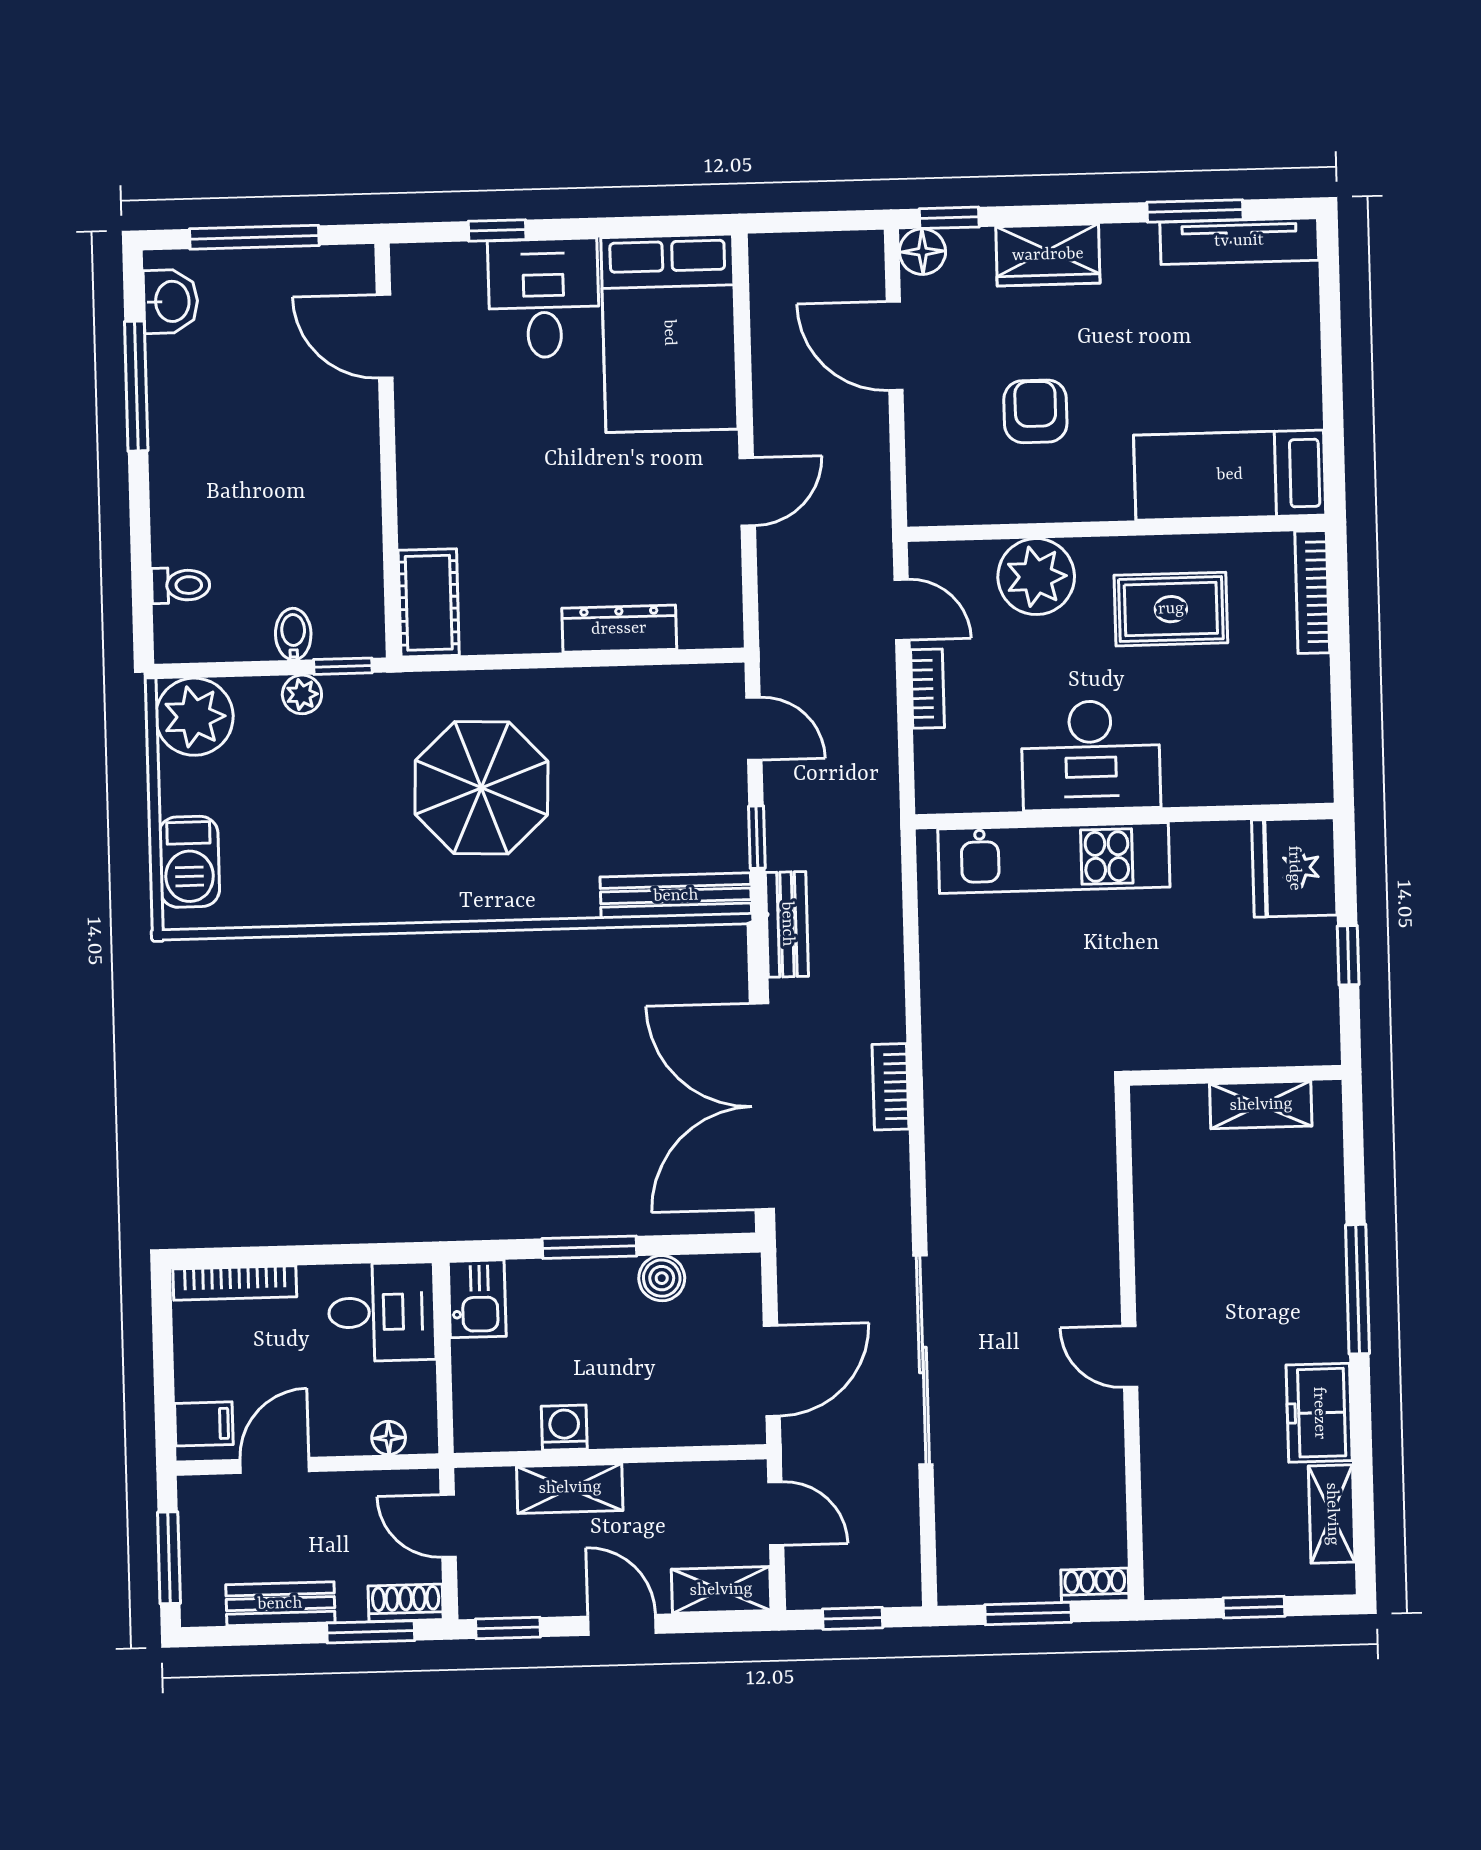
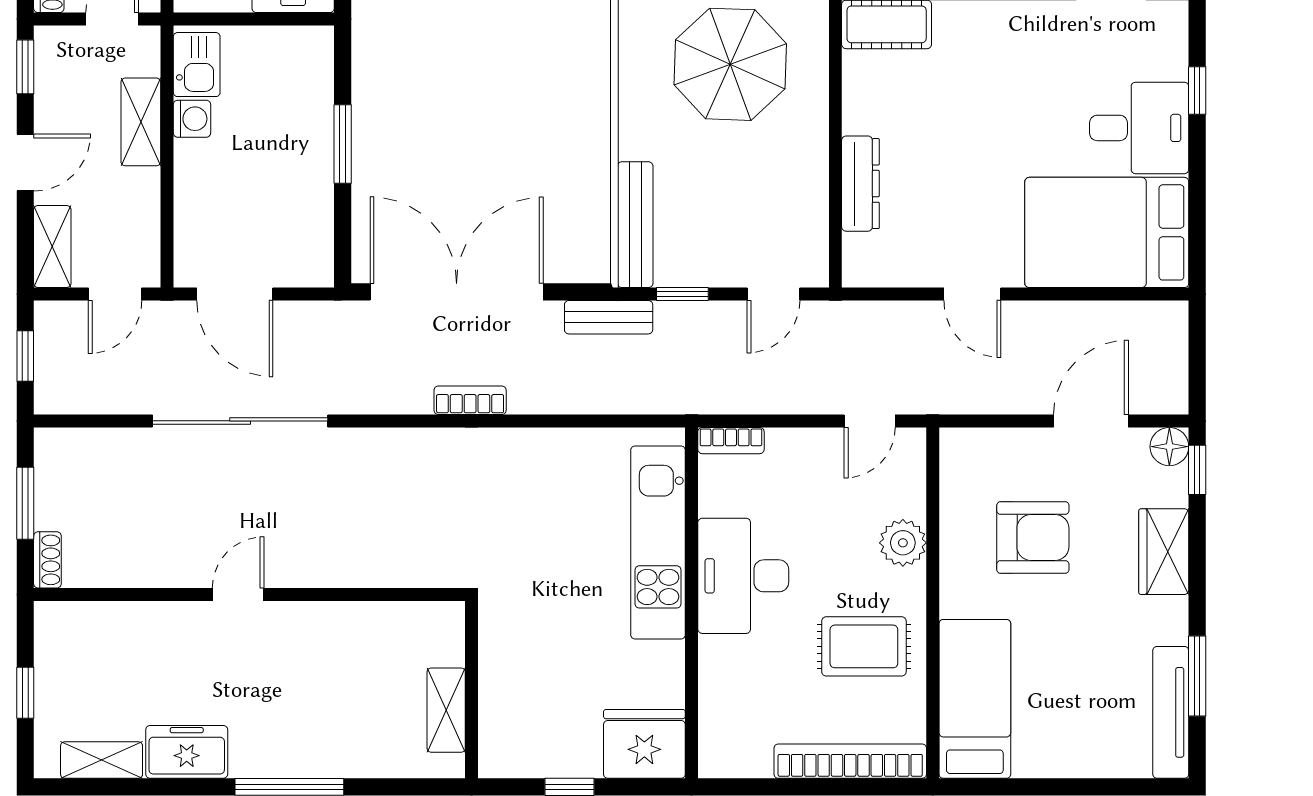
armchair: (1035, 411) -> (1033, 537), width x1.38, depth x1.38
plant: (1036, 577) -> (903, 543), width x0.73, depth x0.73
bookcase: (1312, 592) -> (850, 761), width x1.48, depth x1.31
rug: (1171, 609) -> (864, 646), turned 90
bookcase: (927, 689) -> (731, 441), moved
boiler: (662, 1278) -> (315, 204), removed
kitchen sink: (477, 1299) -> (197, 65), moved, turned -90

